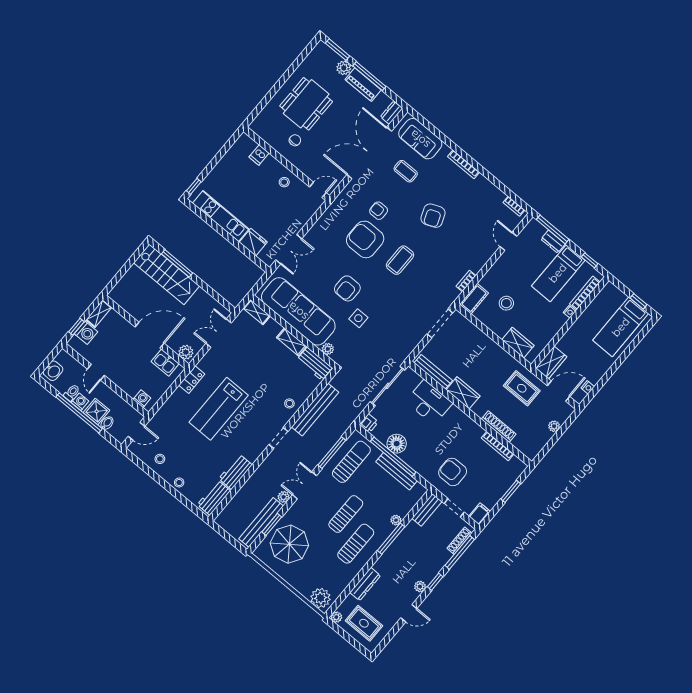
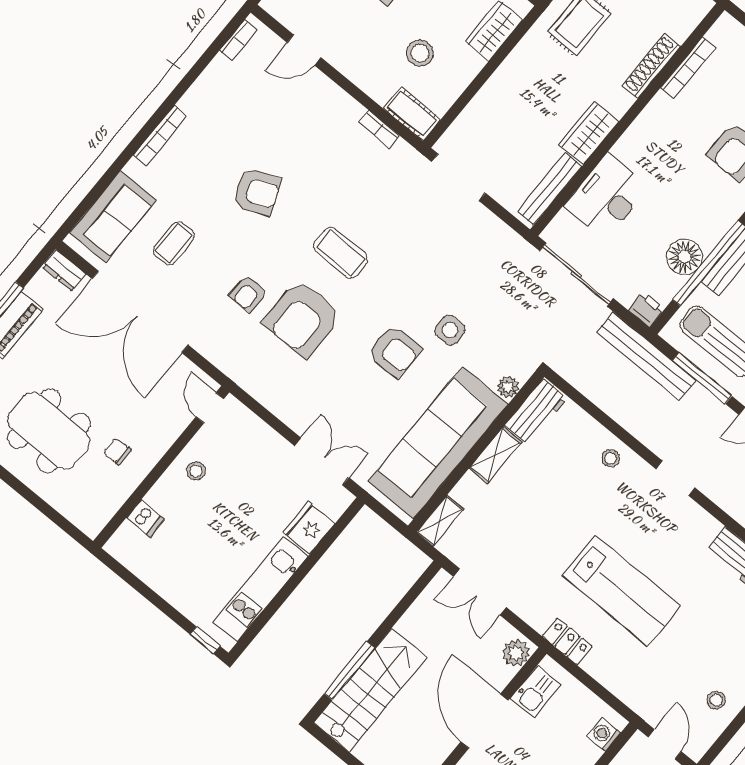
bench: (315, 410) -> (646, 356), moved

